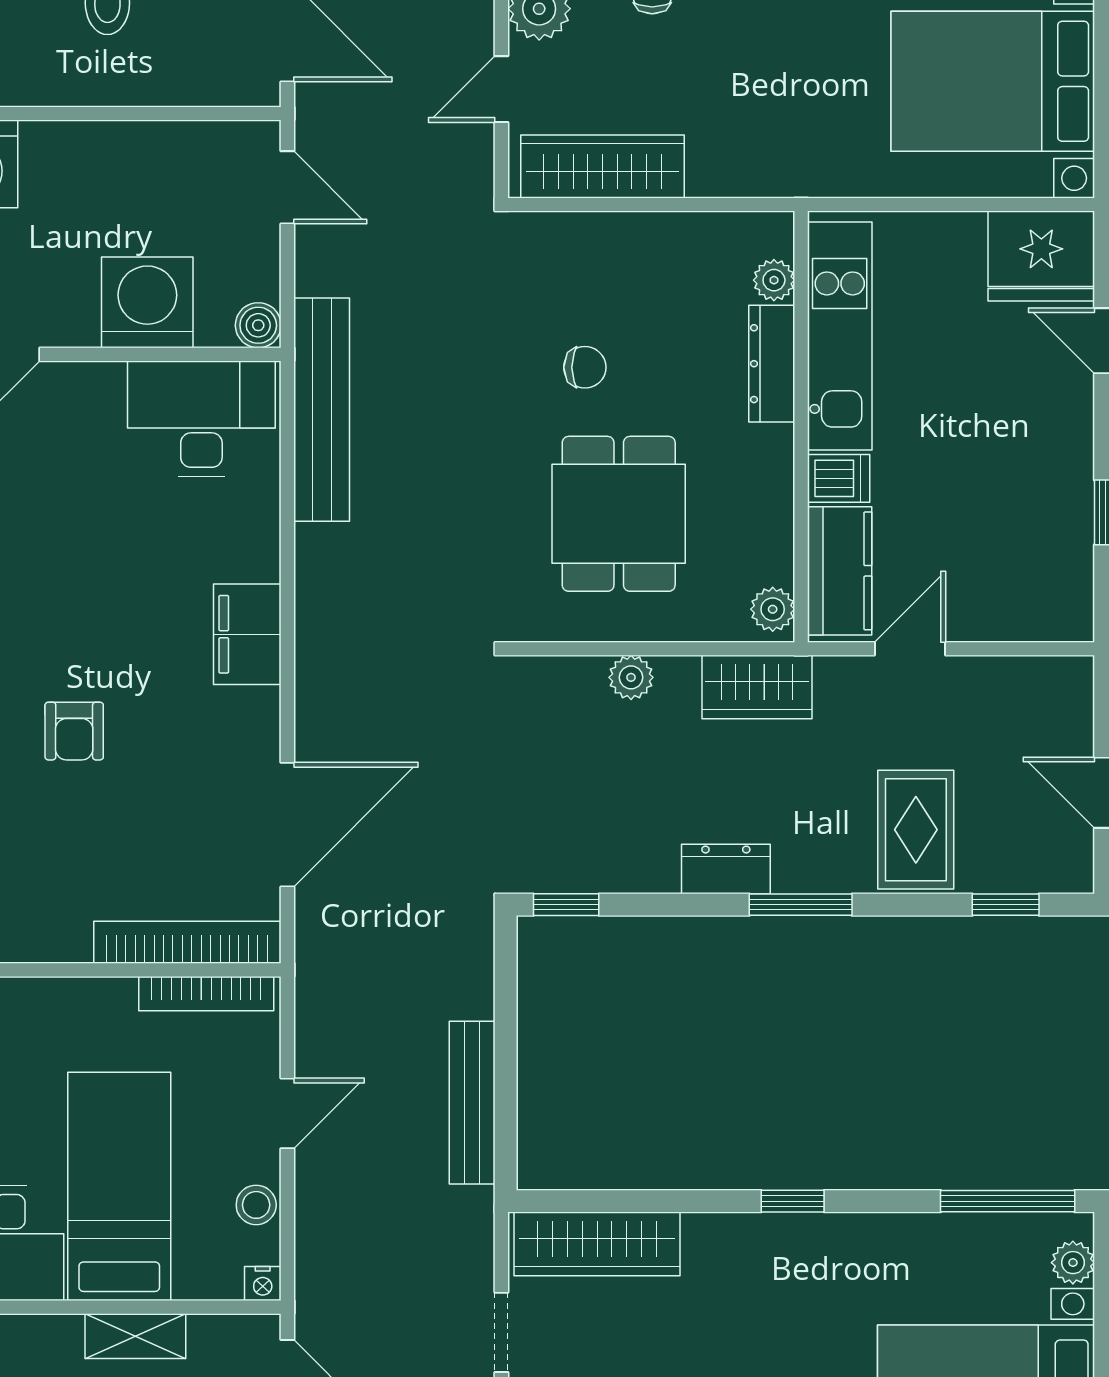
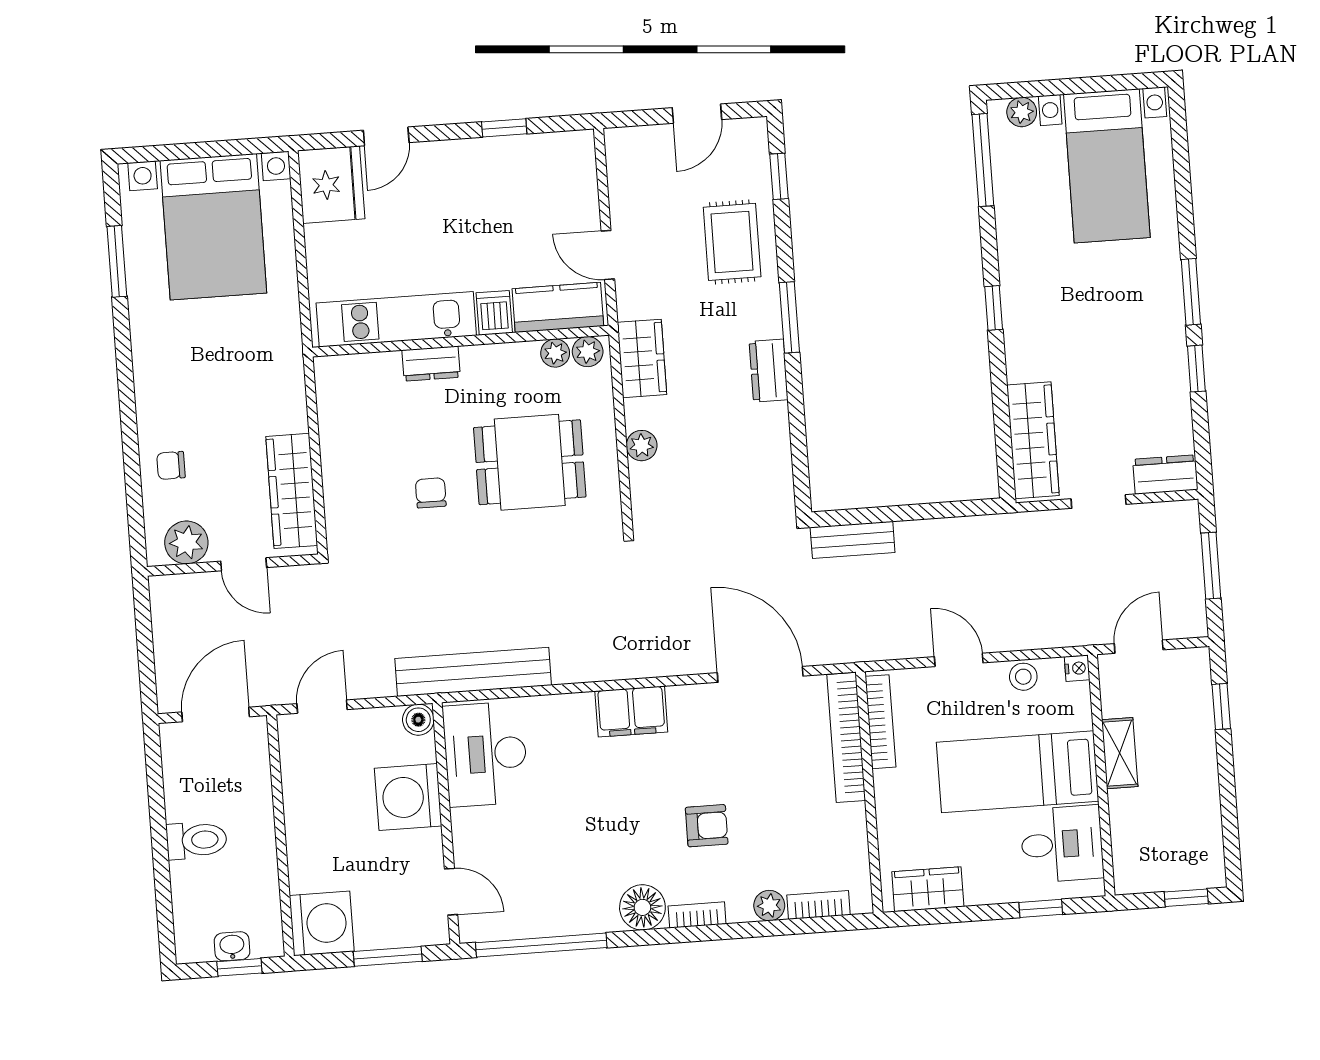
plant: (774, 280) -> (555, 353), moved
dresser: (772, 364) -> (431, 364), width x0.70
rug: (916, 830) -> (732, 242), turned 90
window: (566, 905) -> (801, 479), removed
bench: (472, 1103) -> (853, 540), moved, width x0.73

